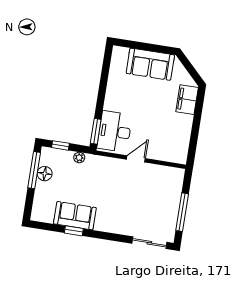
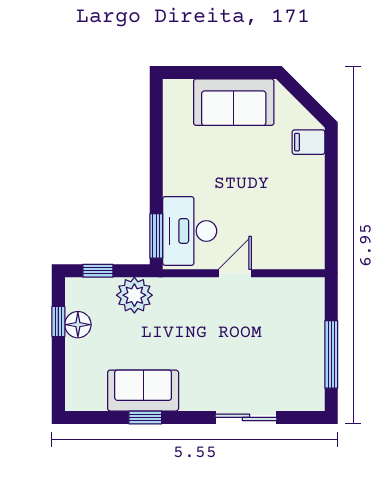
filing cabinet: (187, 100) -> (308, 142), width x0.50
plant: (79, 158) -> (134, 295), width x1.87, depth x1.87
window: (34, 170) -> (58, 322), width x0.46
sliding door: (149, 243) -> (246, 417), moved

